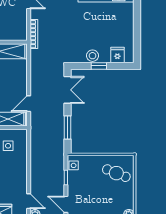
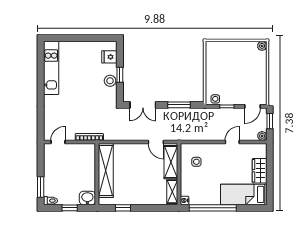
double door: (67, 90) -> (143, 105), swing flipped
cafe table: (116, 173) -> (223, 58), removed
door: (29, 201) -> (232, 142), moved

